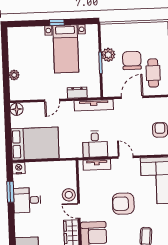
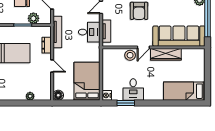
plant: (108, 55) -> (33, 18), moved

